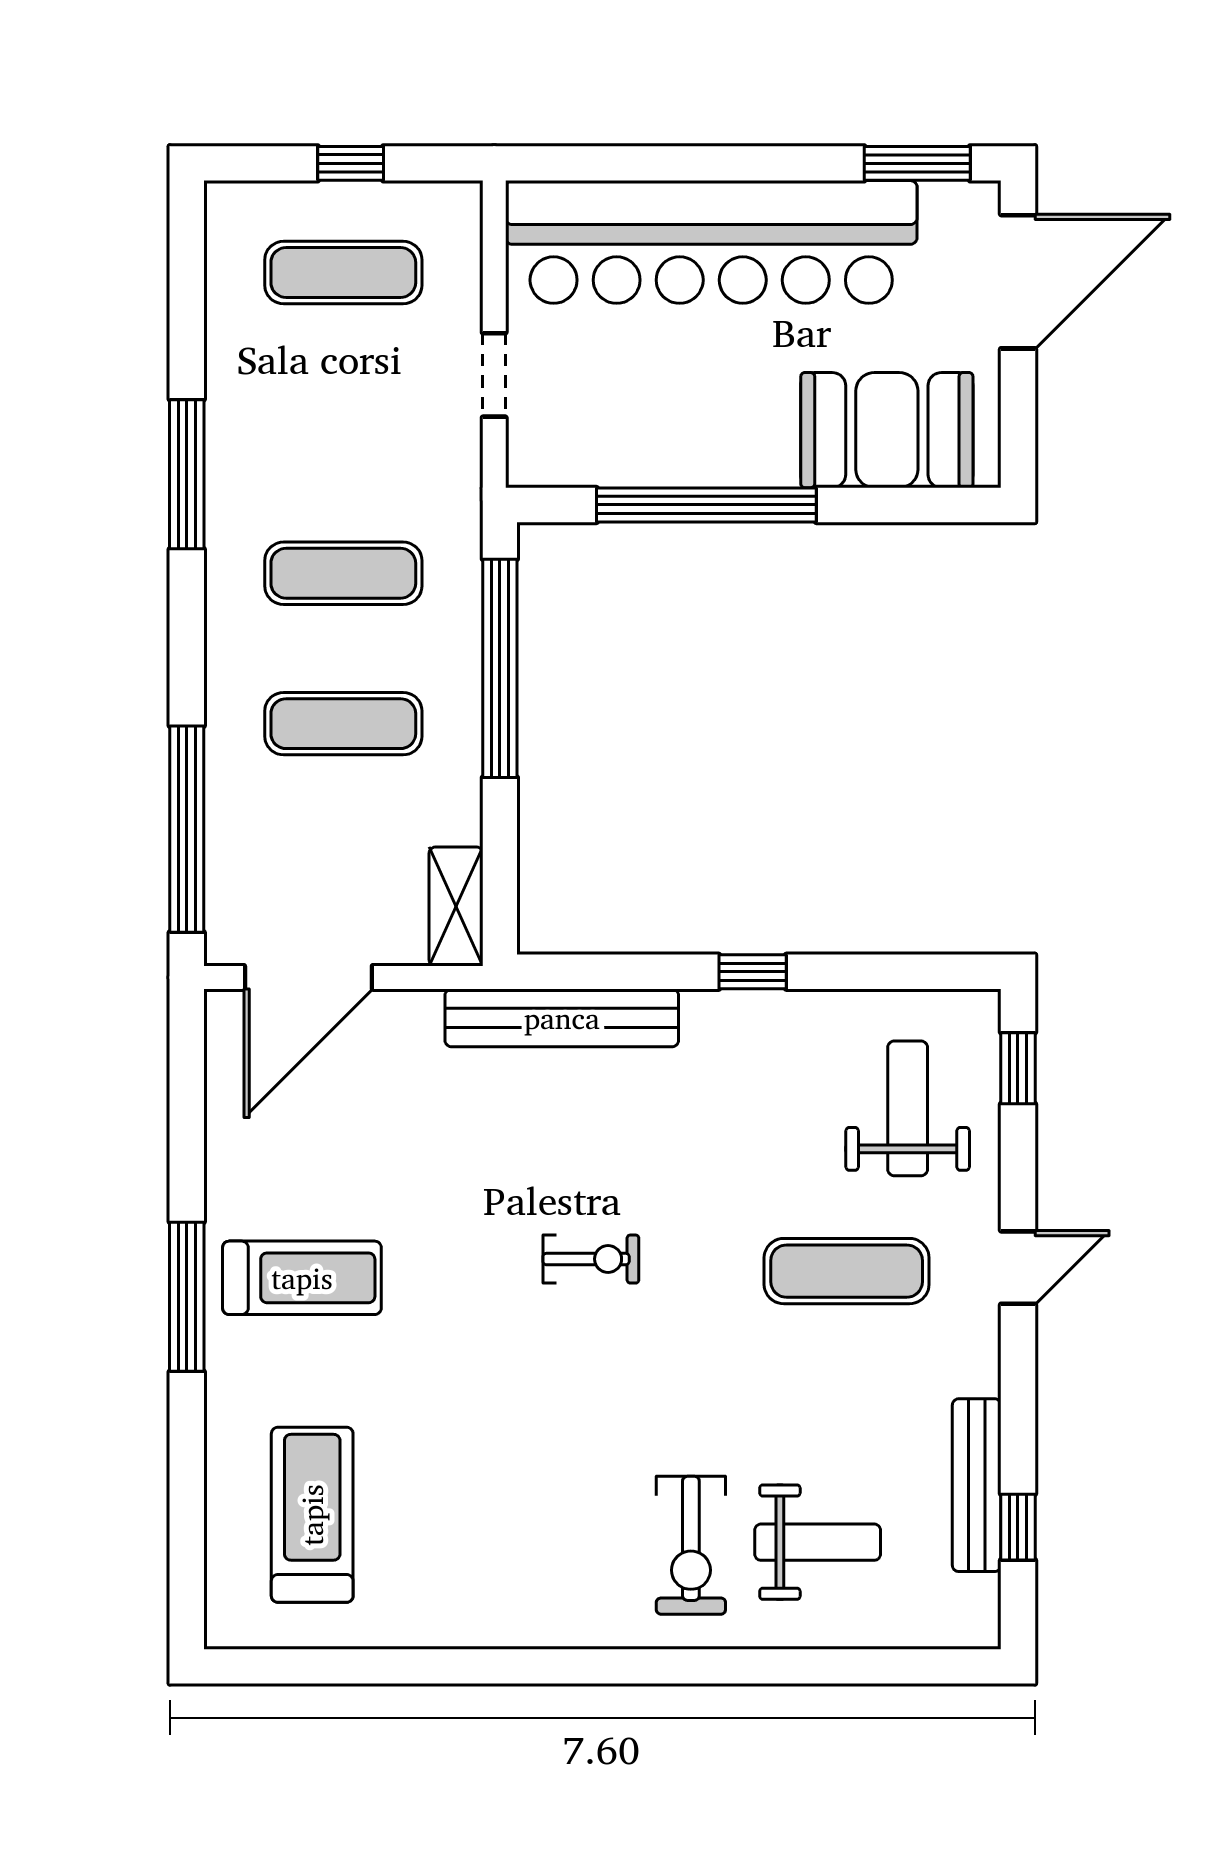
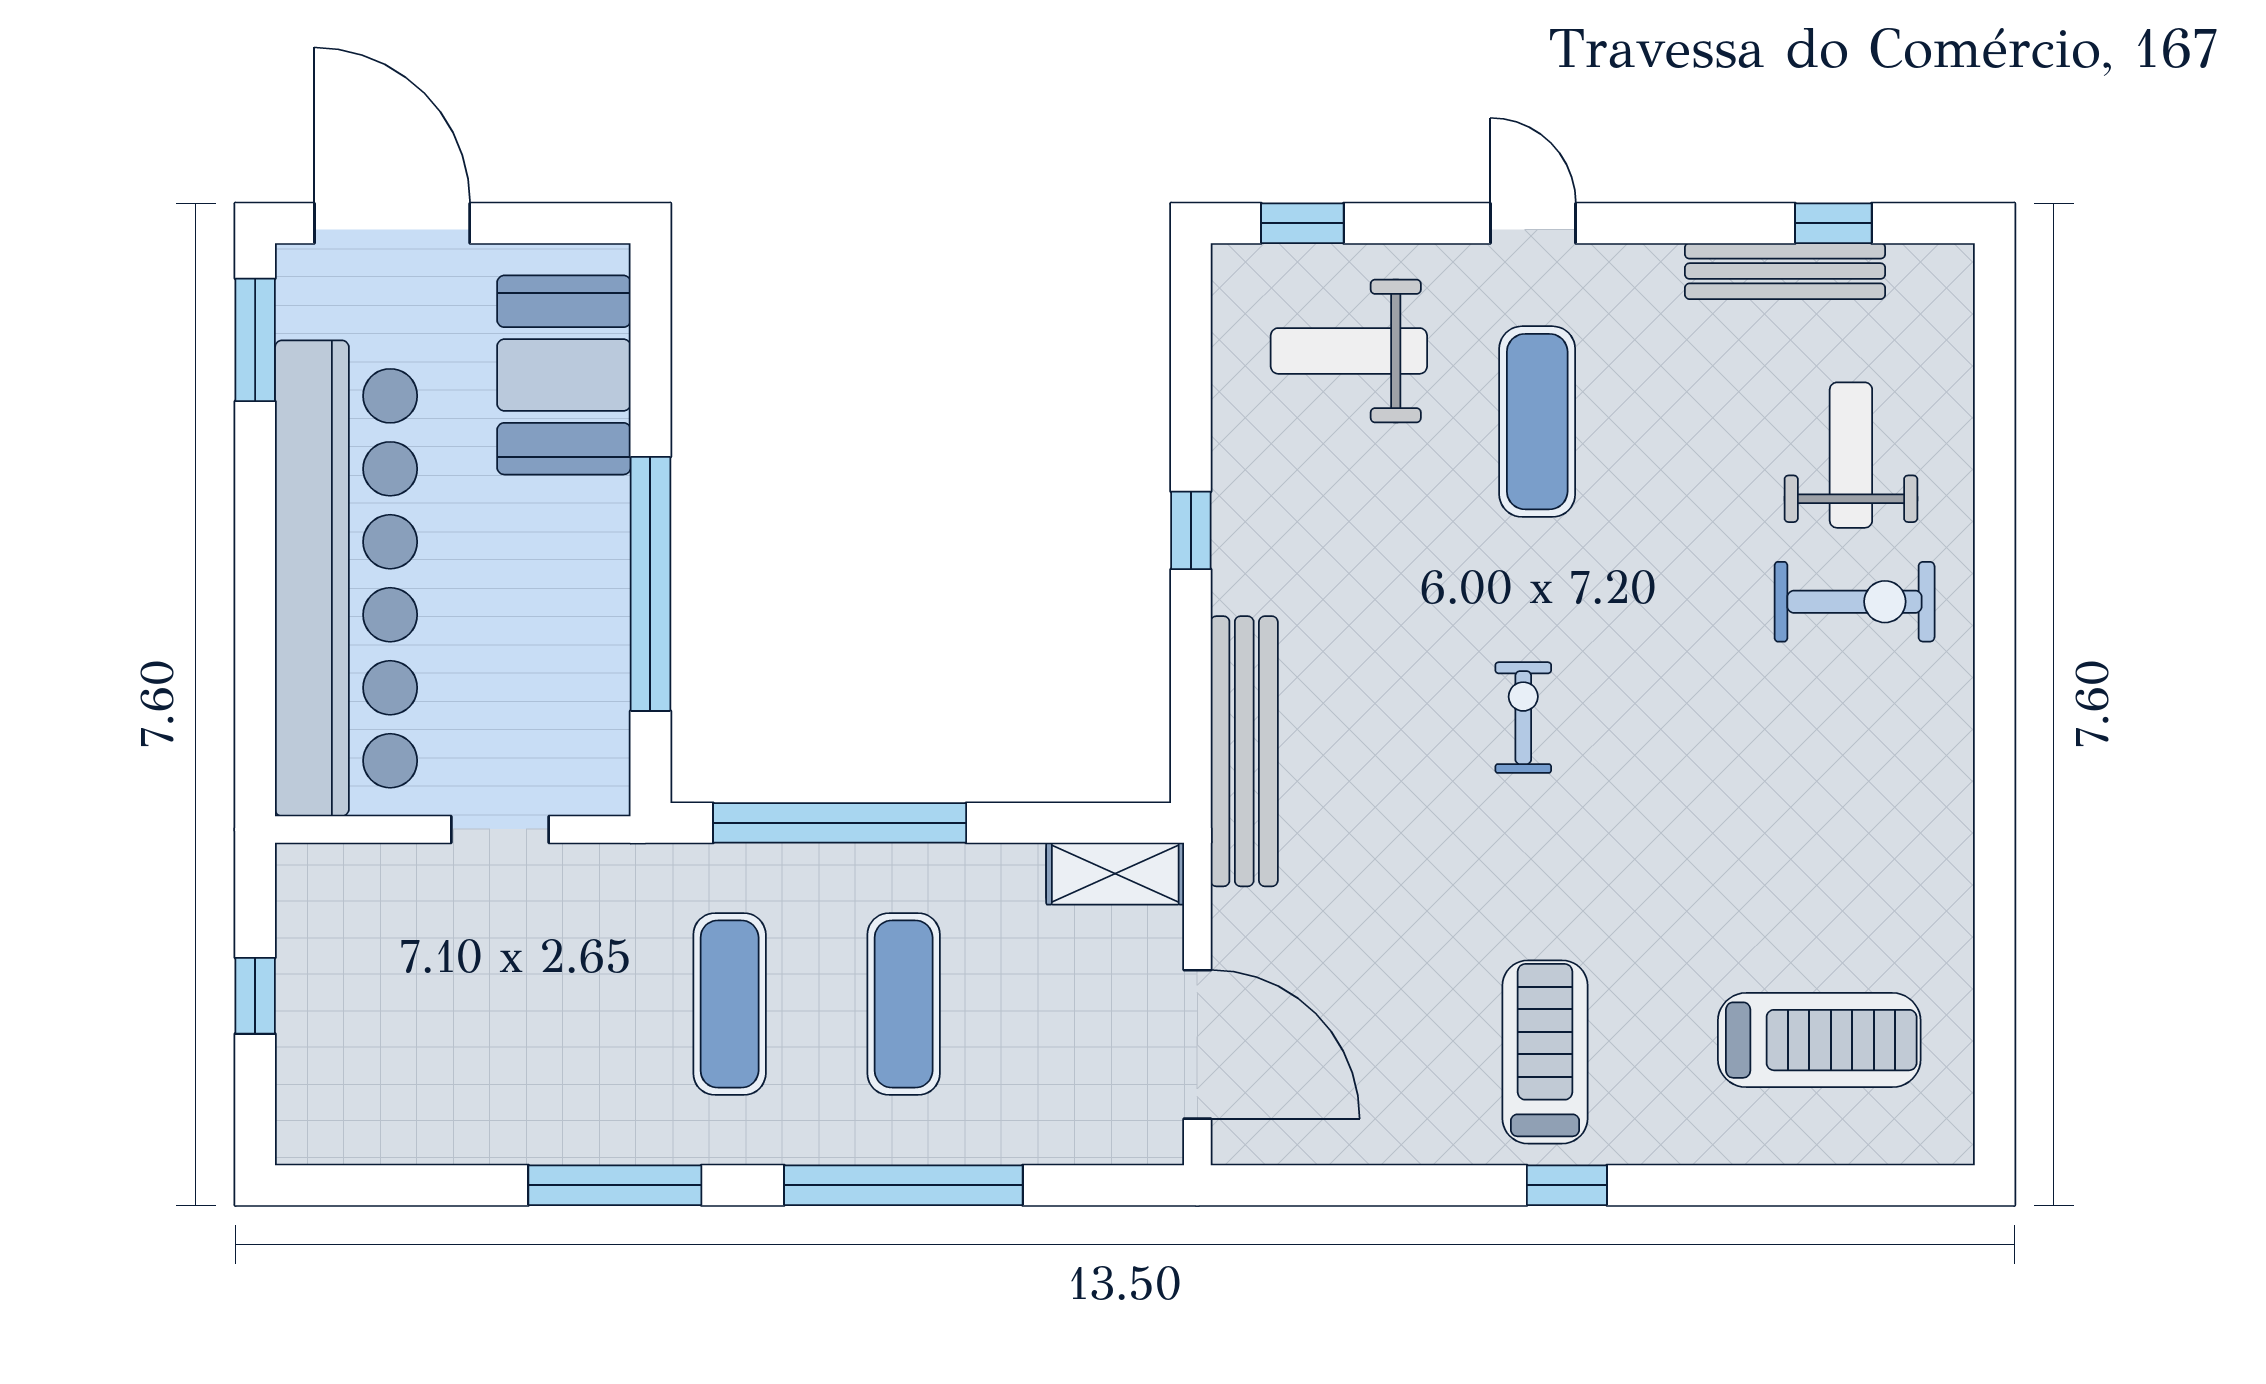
exercise mat: (343, 273) -> (381, 1004), removed
window: (187, 829) -> (903, 1185), moved
window: (187, 1297) -> (1567, 1185), width x0.46
treadmill: (312, 1515) -> (1819, 1040), turned 180

